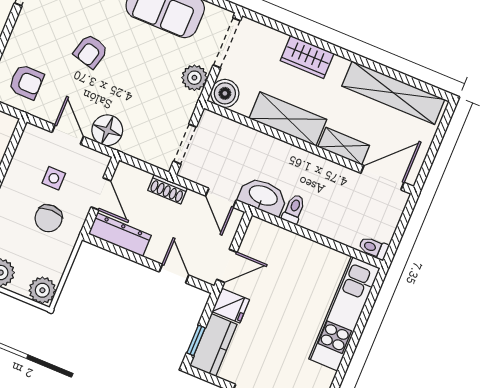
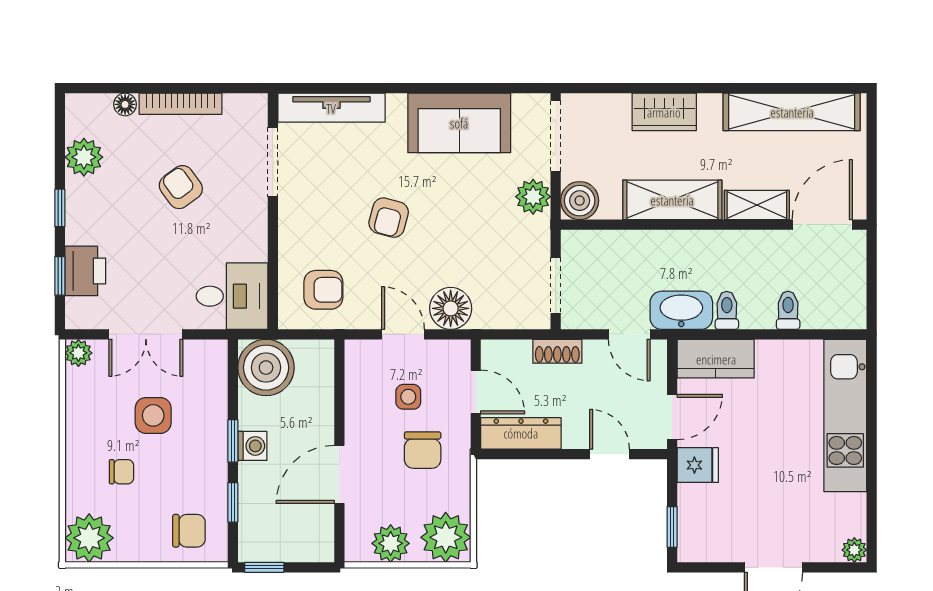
toilet: (374, 248) -> (788, 310), moved, turned 90
plant: (42, 290) -> (446, 537), width x1.36, depth x1.36
kitchen counter: (213, 345) -> (716, 359), moved, turned 90

